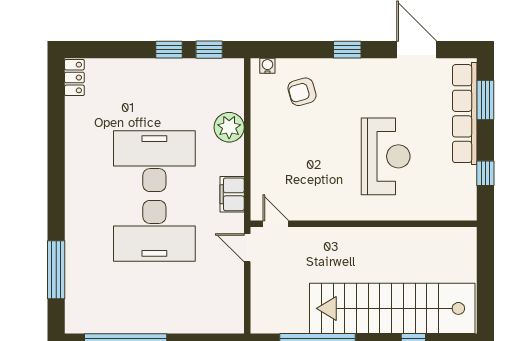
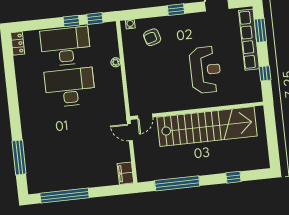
plant: (229, 127) -> (116, 62), width x0.53, depth x0.53
filing cabinet: (232, 194) -> (125, 173), moved
door: (276, 224) -> (145, 116), swing flipped
desk: (154, 231) -> (65, 46), moved, turned 180
stairs: (392, 308) -> (207, 127), moved, turned 180

